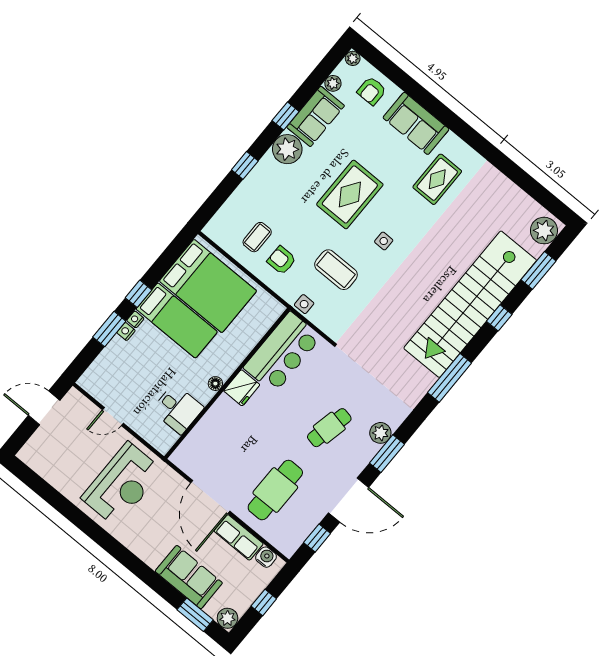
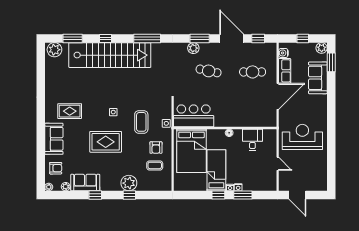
plant: (287, 149) -> (129, 183), moved
bed: (208, 286) -> (191, 151), moved, turned 180
fridge: (242, 388) -> (222, 120), removed
cafe table: (275, 490) -> (253, 72), width x0.73, depth x0.74

